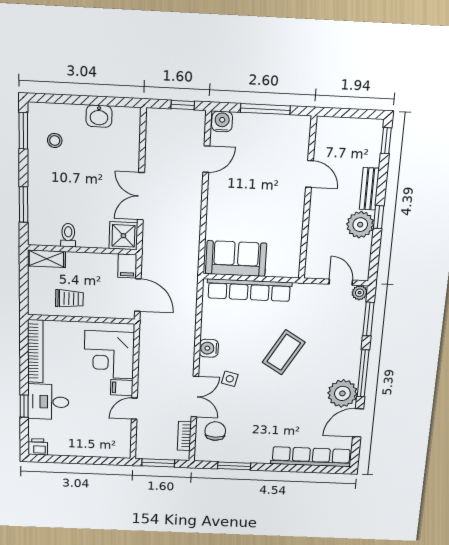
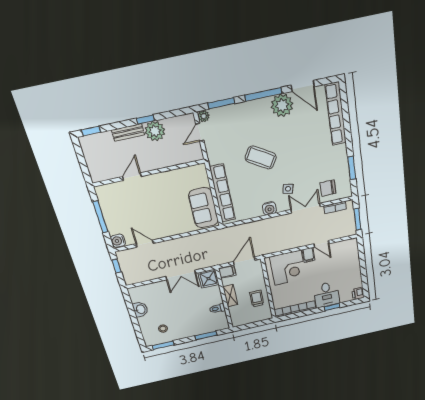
shelving: (46, 259) -> (230, 296), moved

